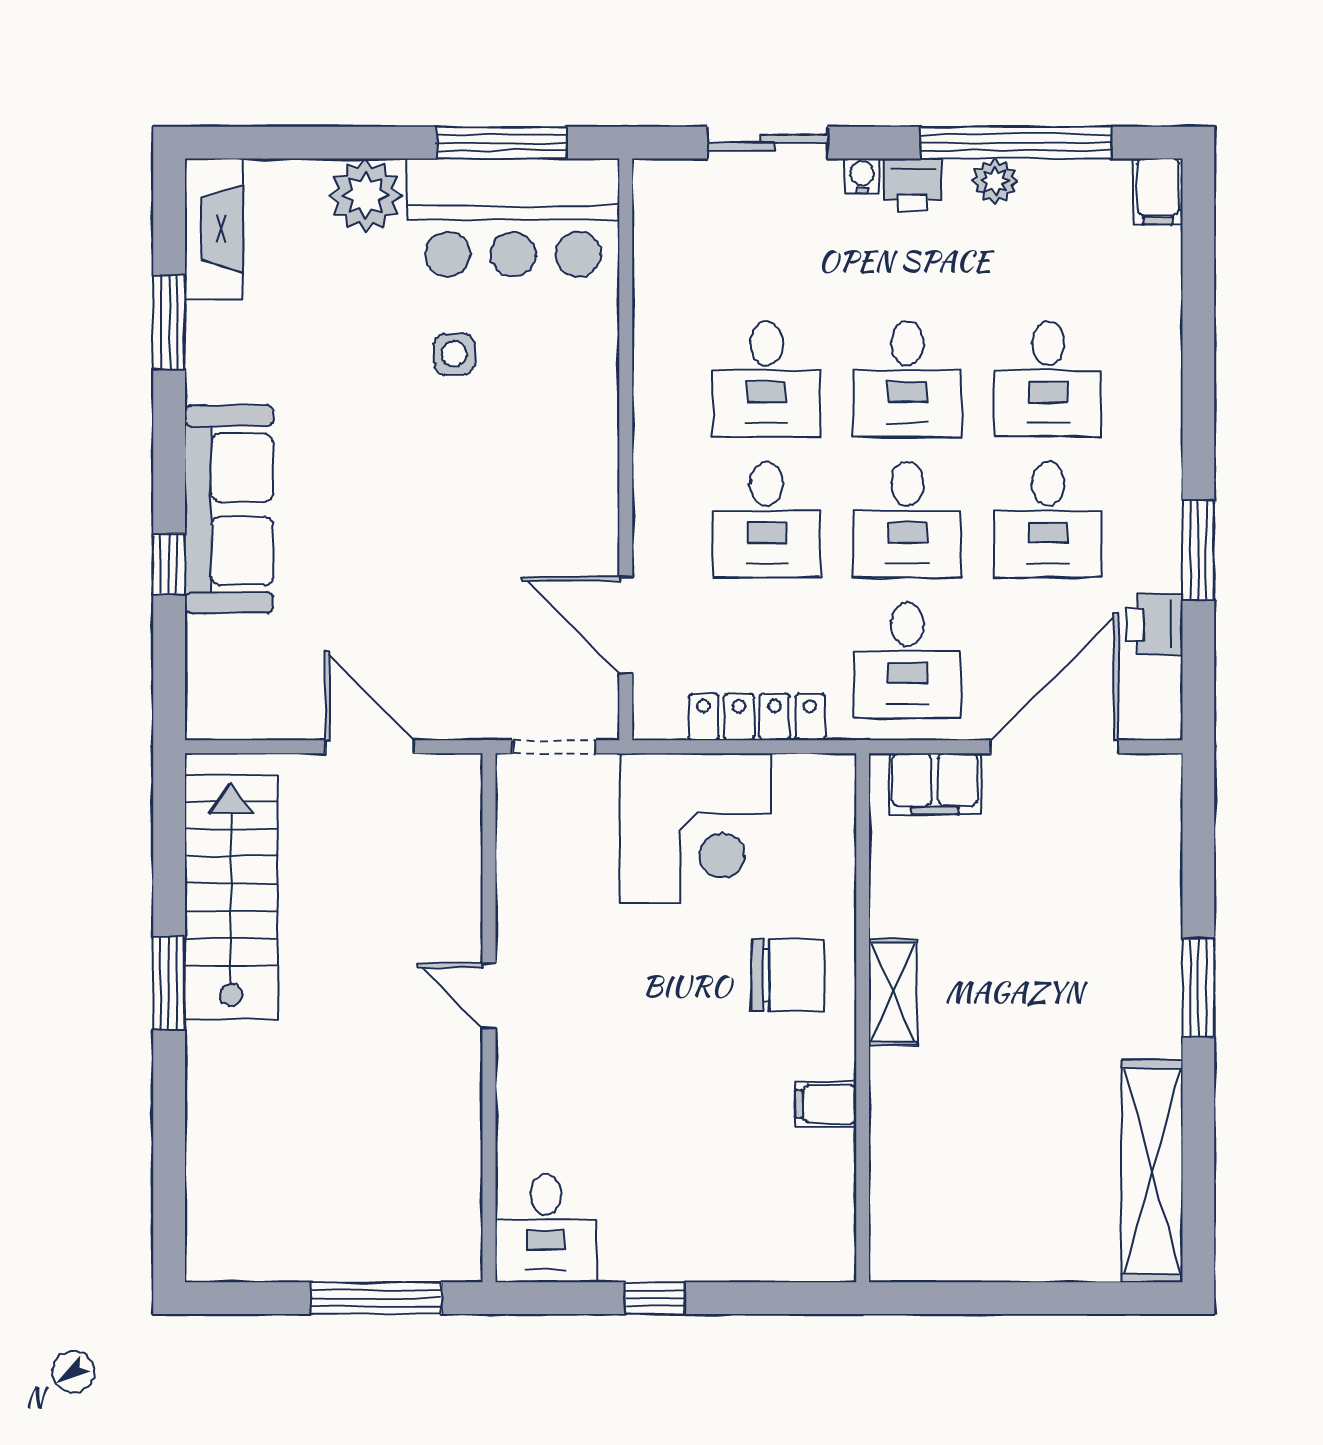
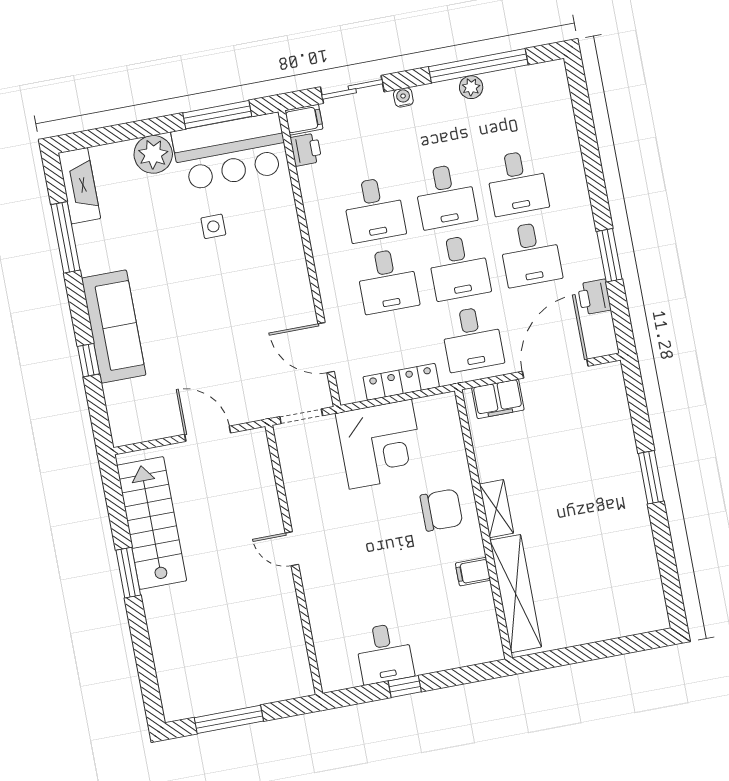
printer: (913, 185) -> (306, 150), moved, turned -90
filing cabinet: (1158, 191) -> (304, 120), moved, turned -90
window: (169, 322) -> (66, 237), width x1.44
shelving: (1152, 1171) -> (516, 594), moved
desk: (546, 1228) -> (384, 653), moved
window: (376, 1298) -> (229, 719), moved

